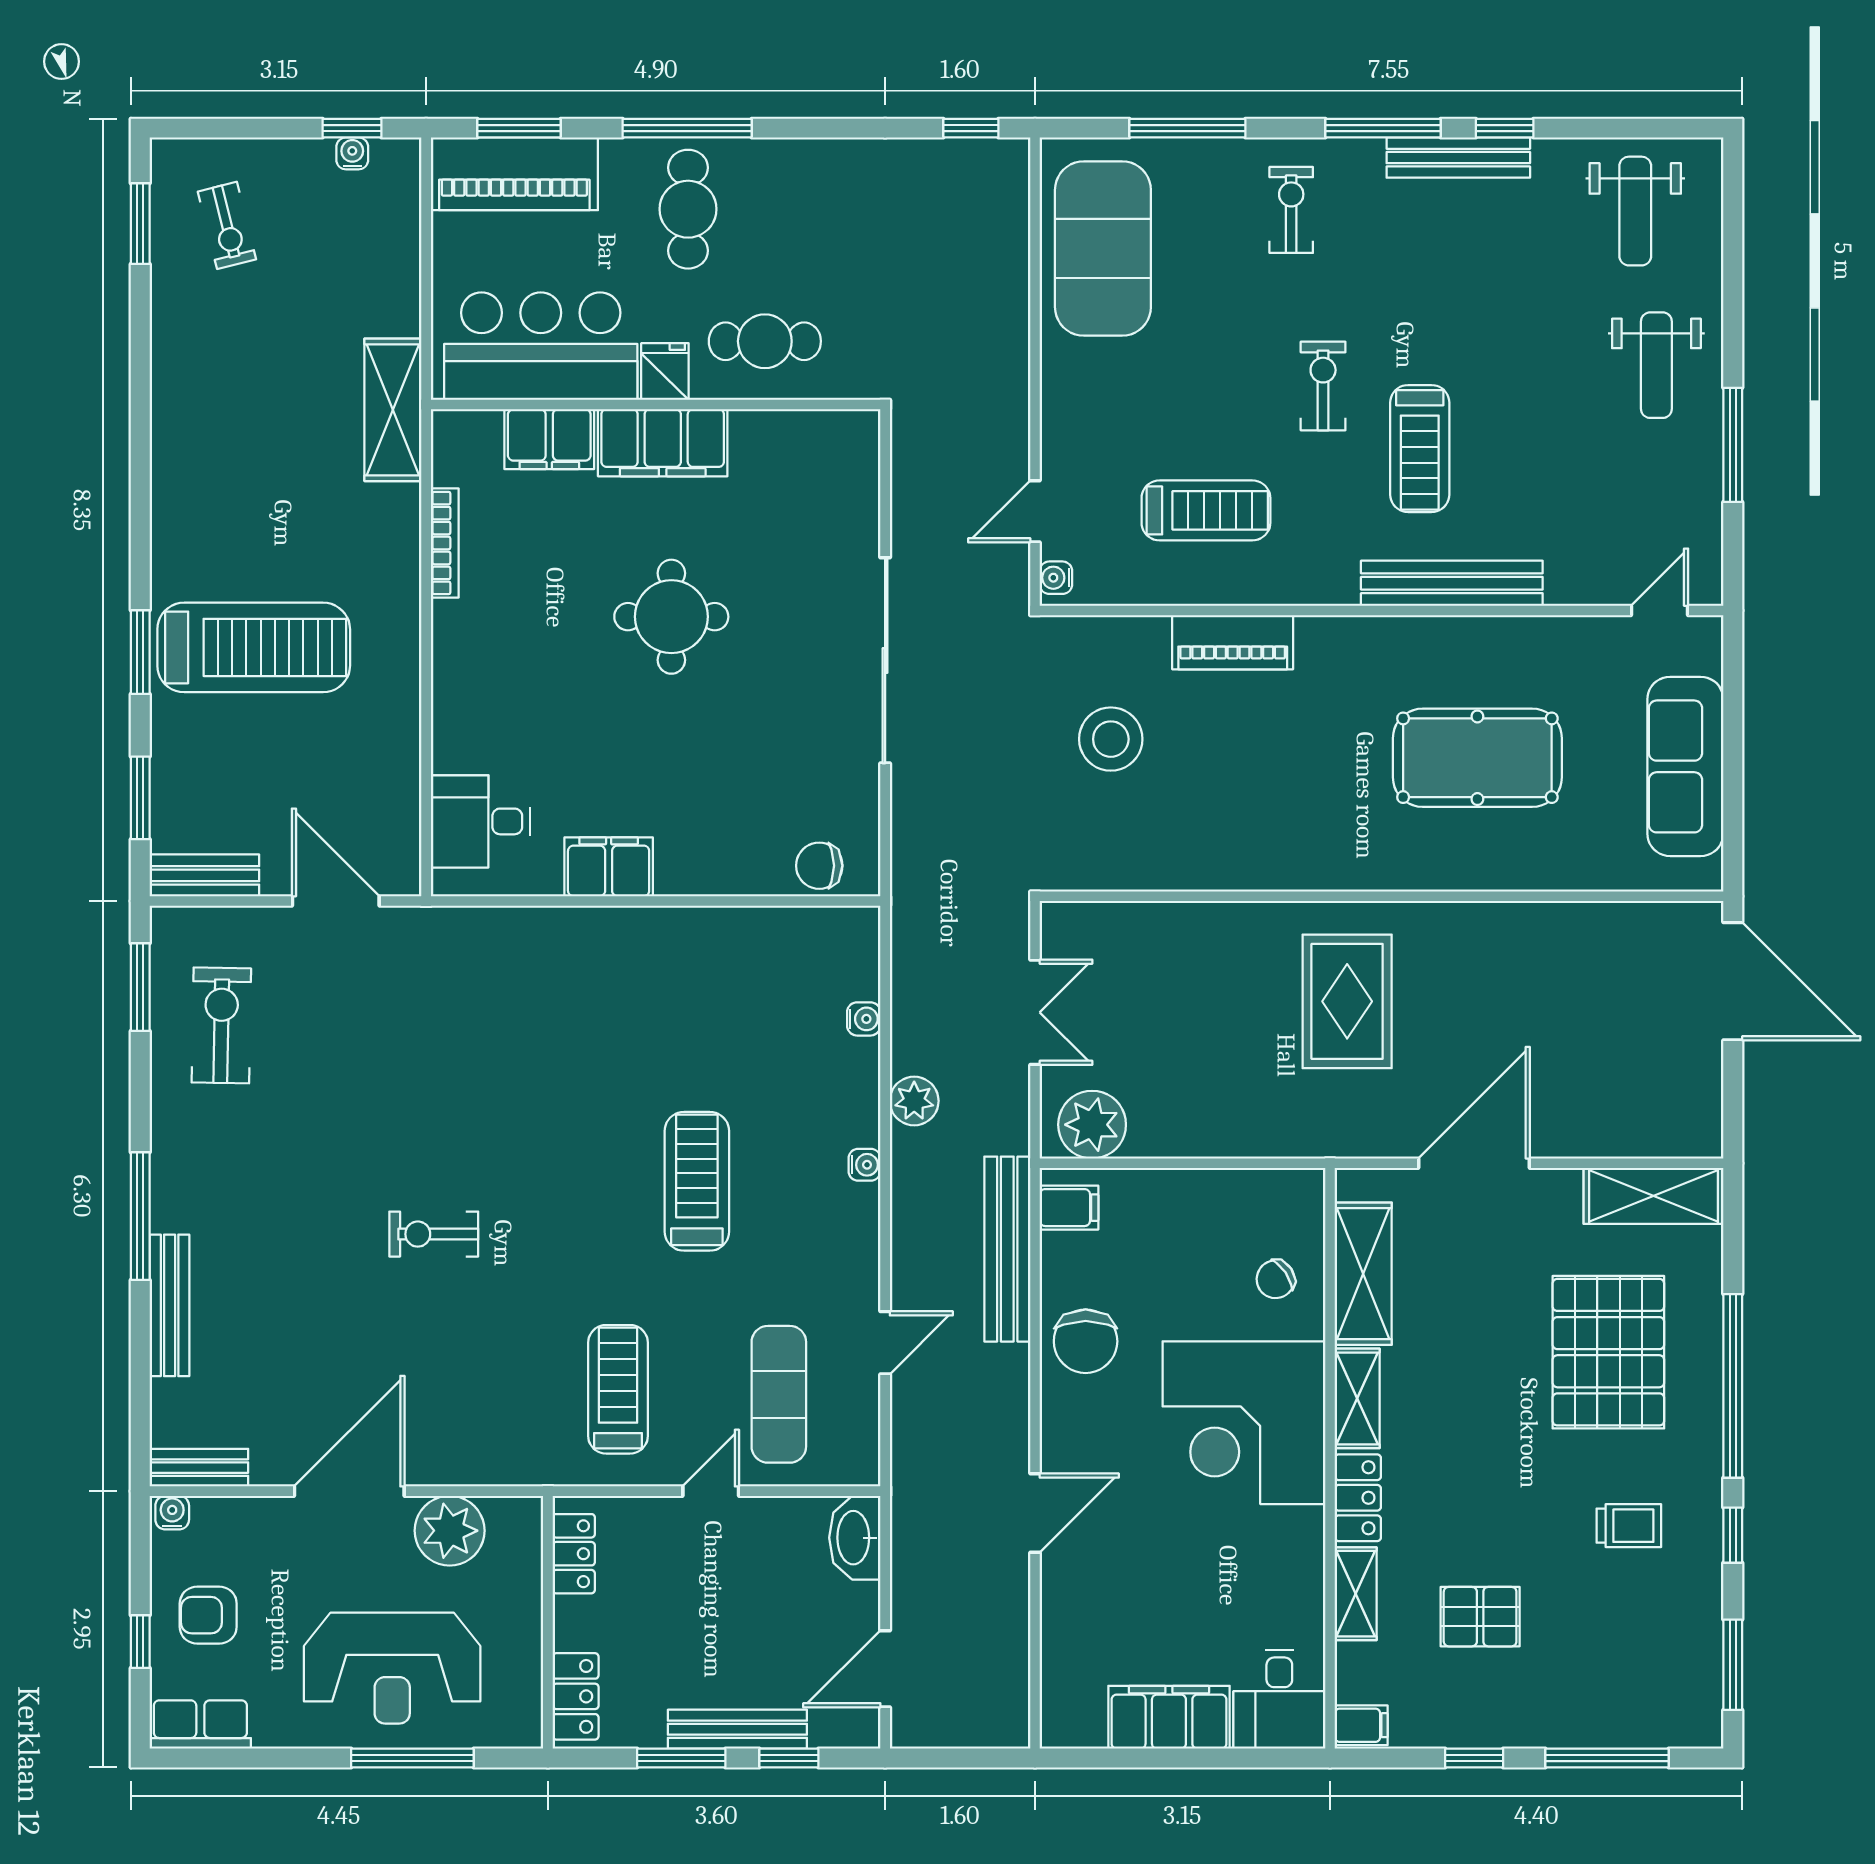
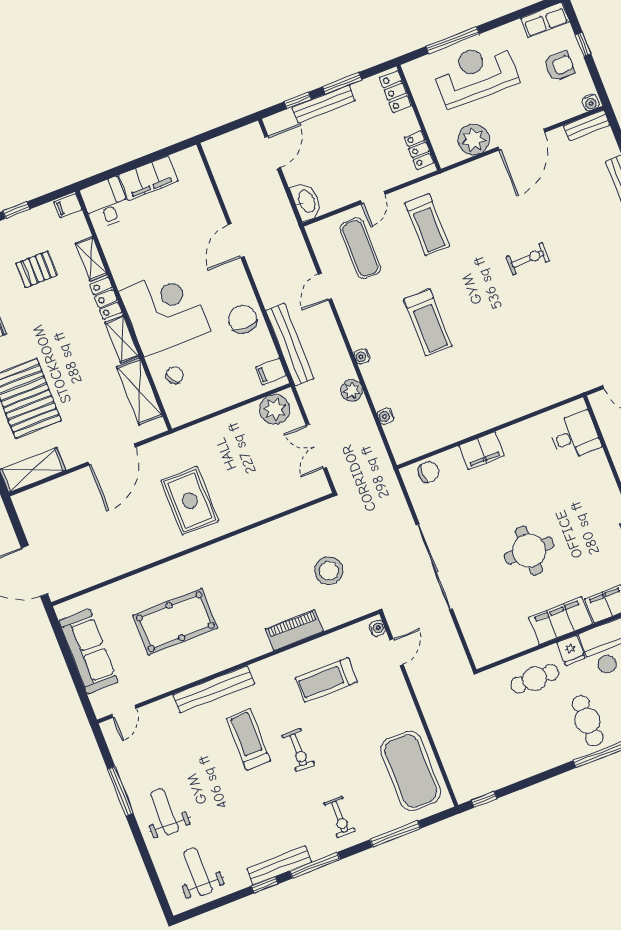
filing cabinet: (609, 867) -> (481, 451), moved

